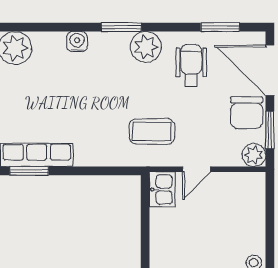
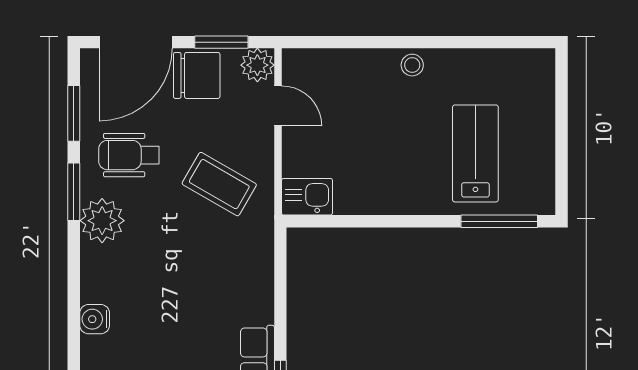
window: (121, 27) -> (74, 192), moved
coffee table: (152, 131) -> (219, 184), moved, turned -60
door: (196, 169) -> (278, 106), moved

